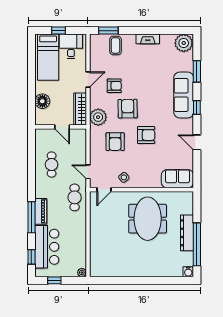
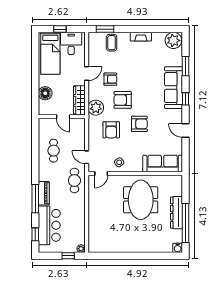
armchair: (128, 109) -> (123, 100), turned -89
sofa: (177, 179) -> (163, 164), width x1.36
window: (54, 280) -> (68, 256), moved

